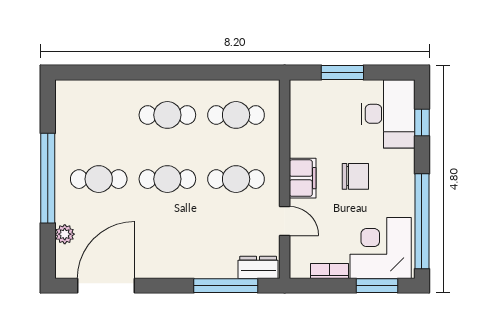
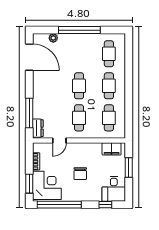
desk: (388, 114) -> (114, 189), width x0.73
filing cabinet: (303, 178) -> (112, 149), moved
cafe table: (99, 179) -> (109, 54), moved

